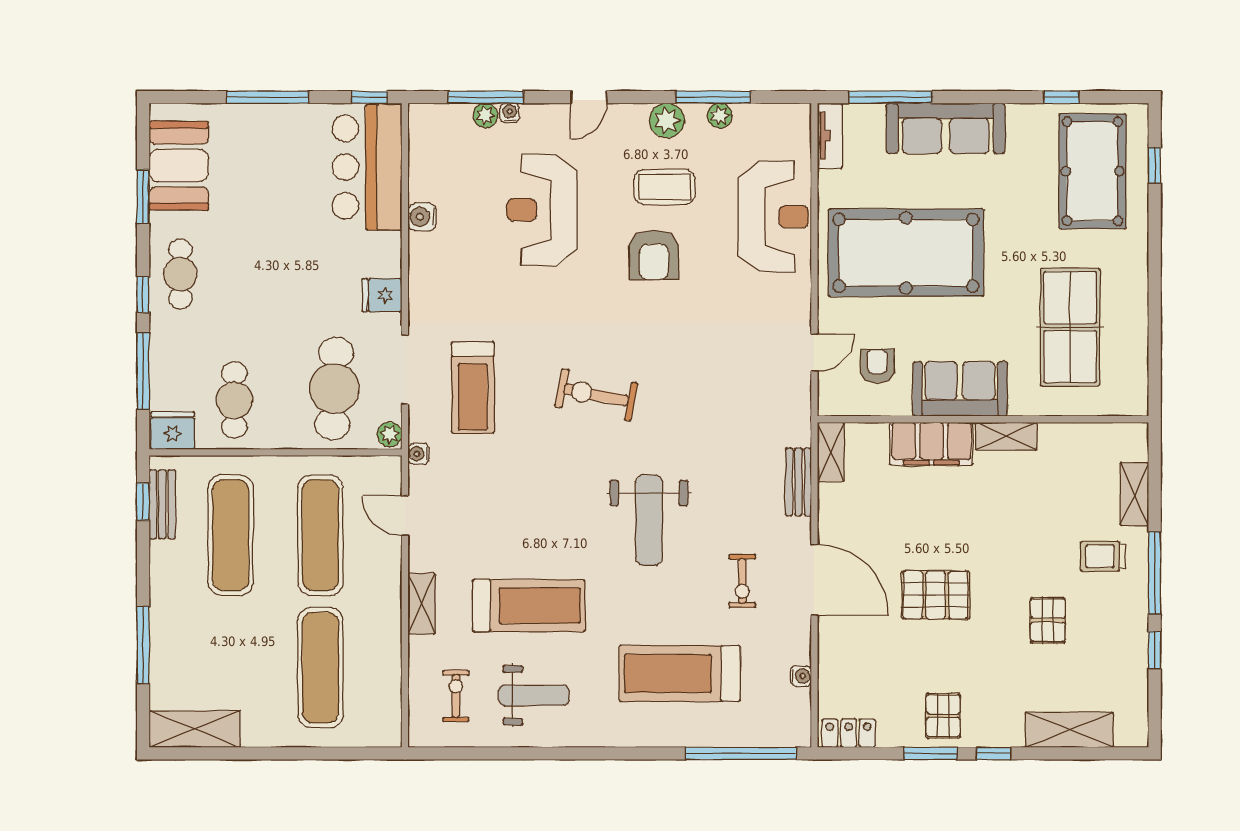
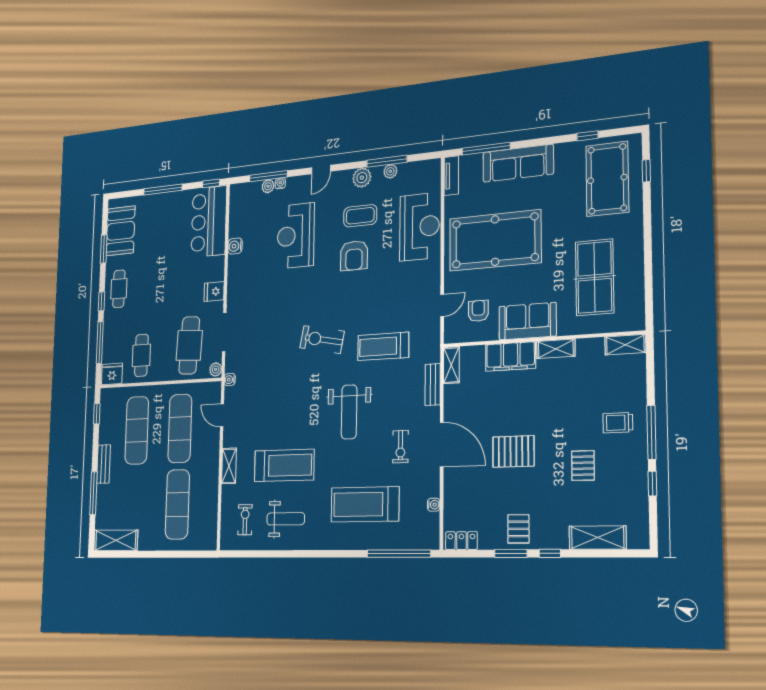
treadmill: (473, 387) -> (383, 346), moved, turned 90
shelving: (1134, 494) -> (625, 345), moved, turned 90
bench: (162, 504) -> (104, 464), moved

